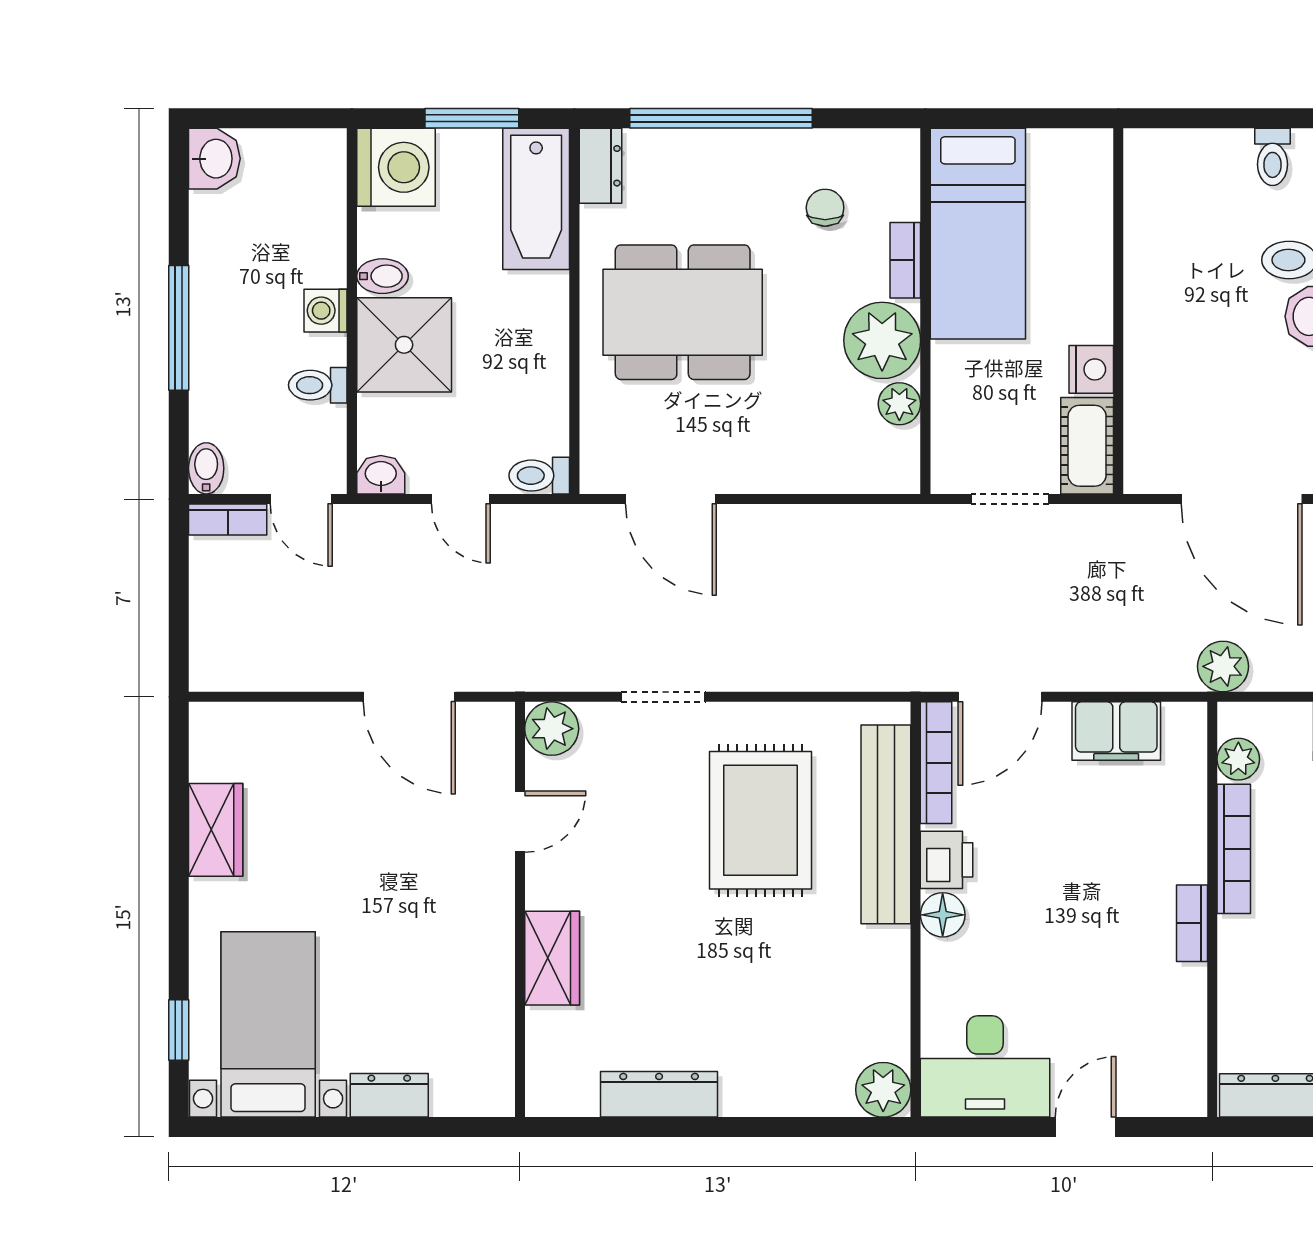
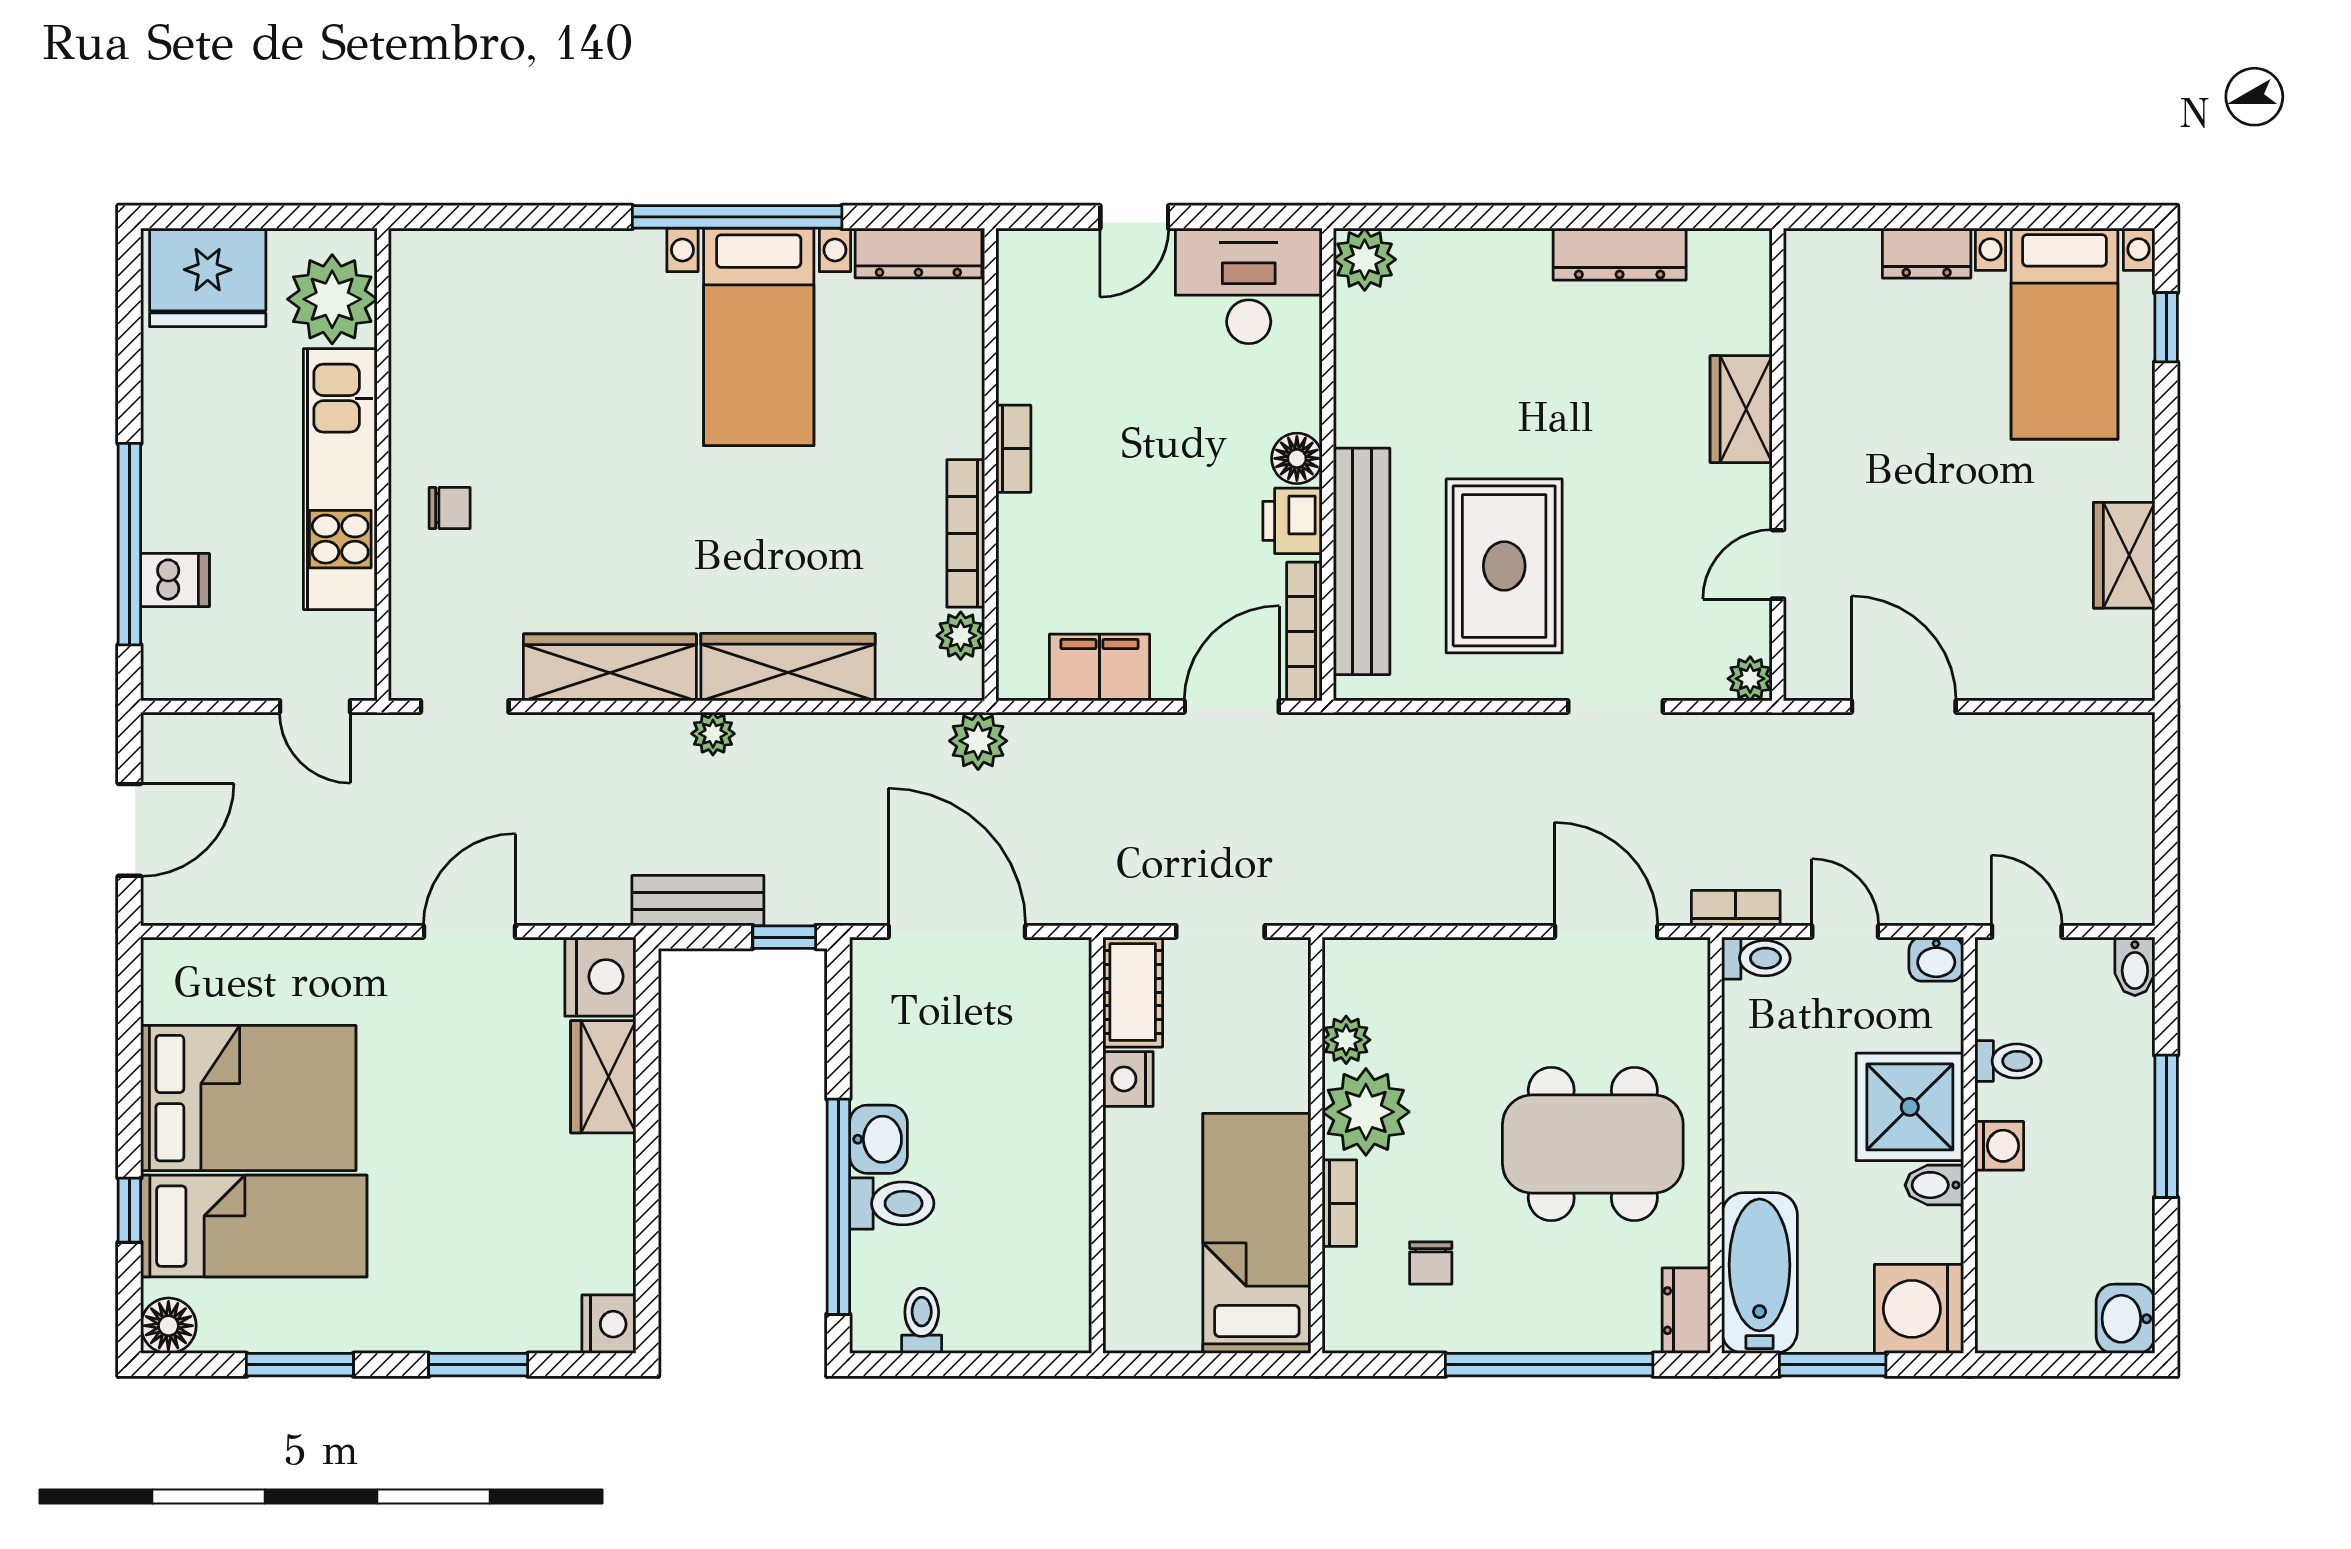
bookcase: (228, 520) -> (1736, 908), moved
plant: (552, 729) -> (1750, 679), width x0.73, depth x0.73

